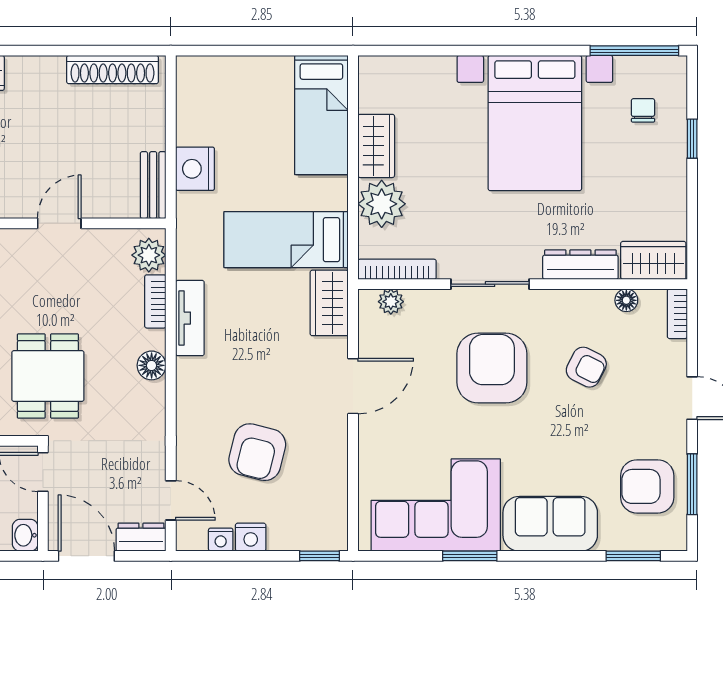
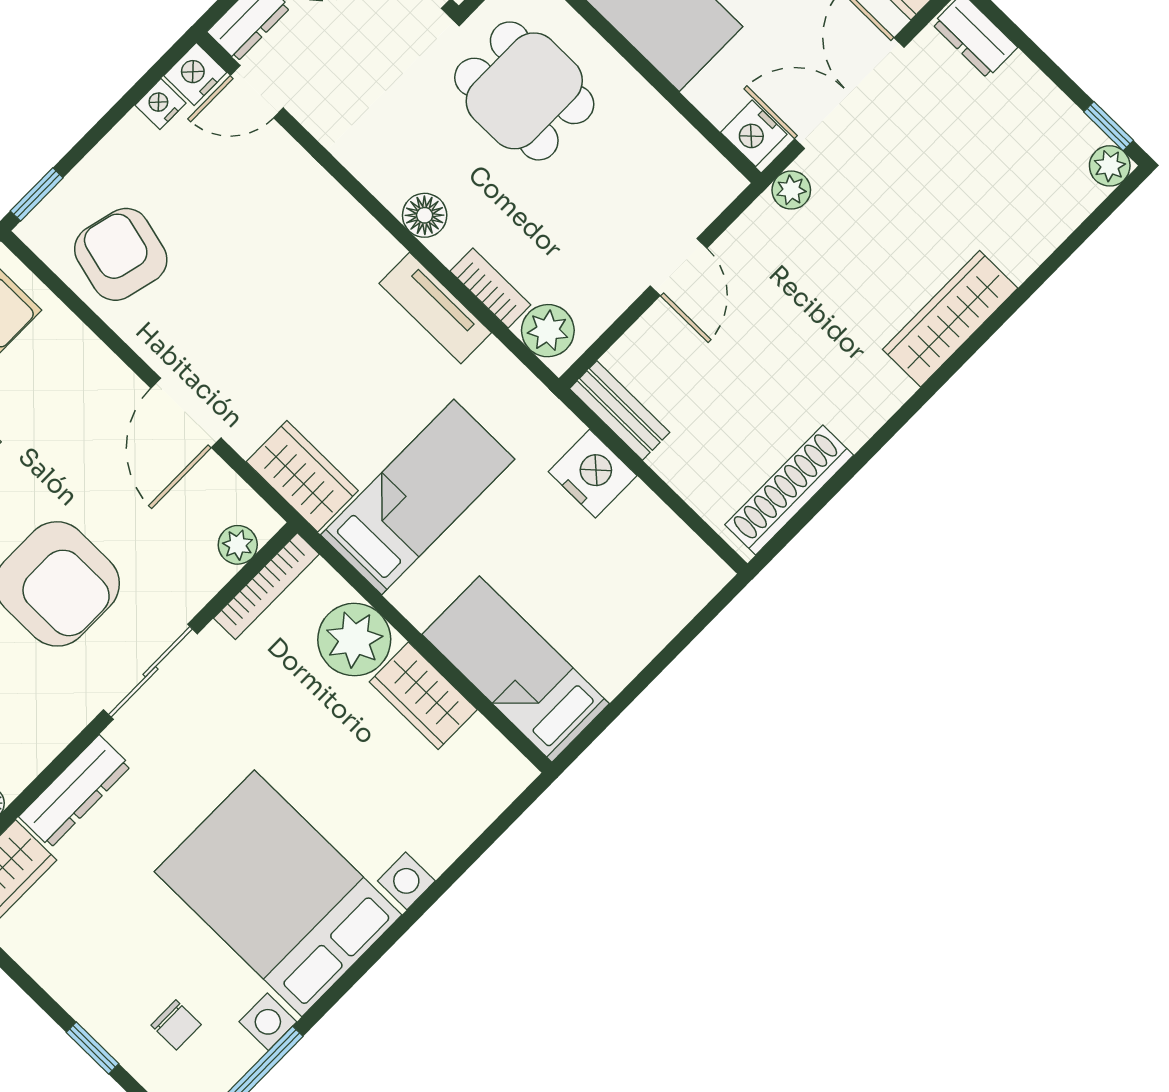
armchair: (257, 452) -> (121, 254), moved
nightstand: (251, 537) -> (195, 74), moved

